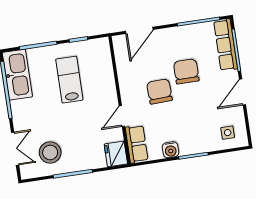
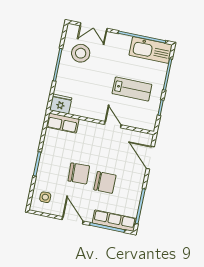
chair: (159, 91) -> (79, 173), moved
door: (122, 116) -> (113, 125), moved
water cooler: (171, 150) -> (48, 148), removed

